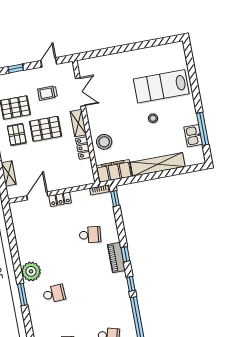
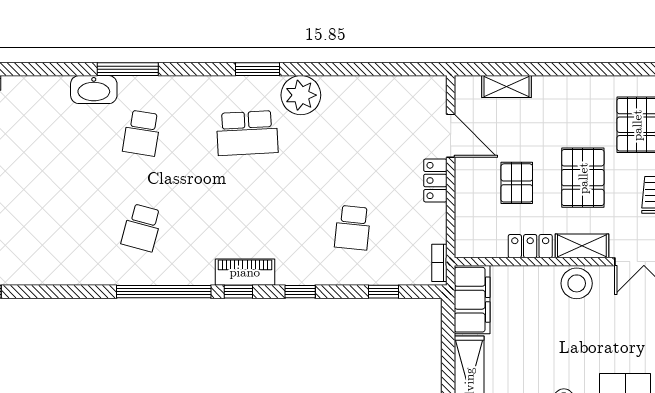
pallet: (17, 135) -> (517, 183), moved, turned 90
stool: (104, 142) -> (577, 283), moved
window: (115, 198) -> (383, 292), moved
piano: (116, 257) -> (245, 272), moved
school desk: (54, 294) -> (247, 133), width x1.85

